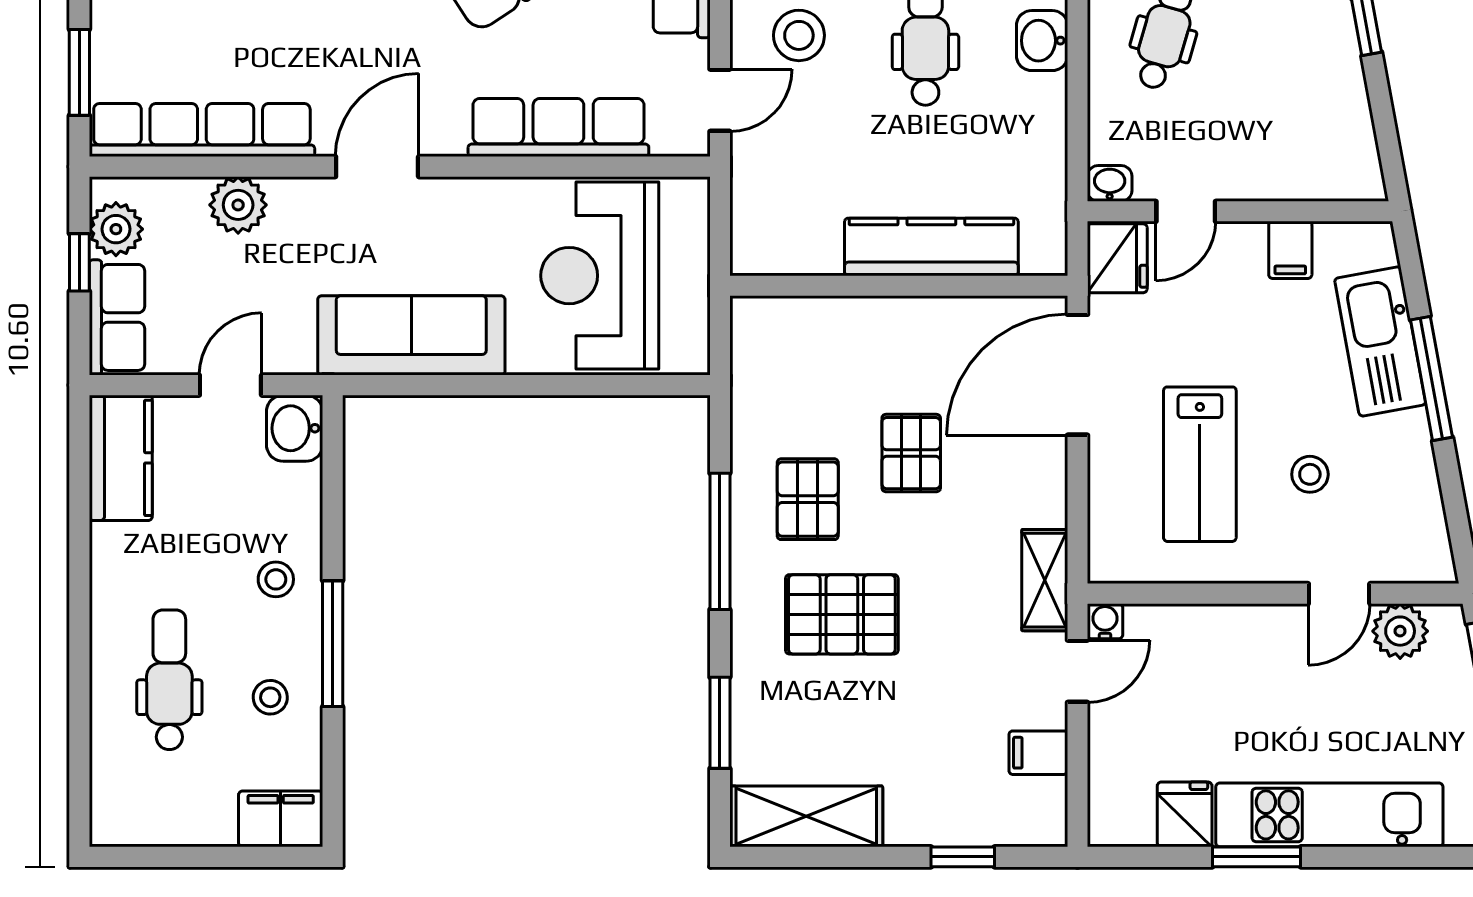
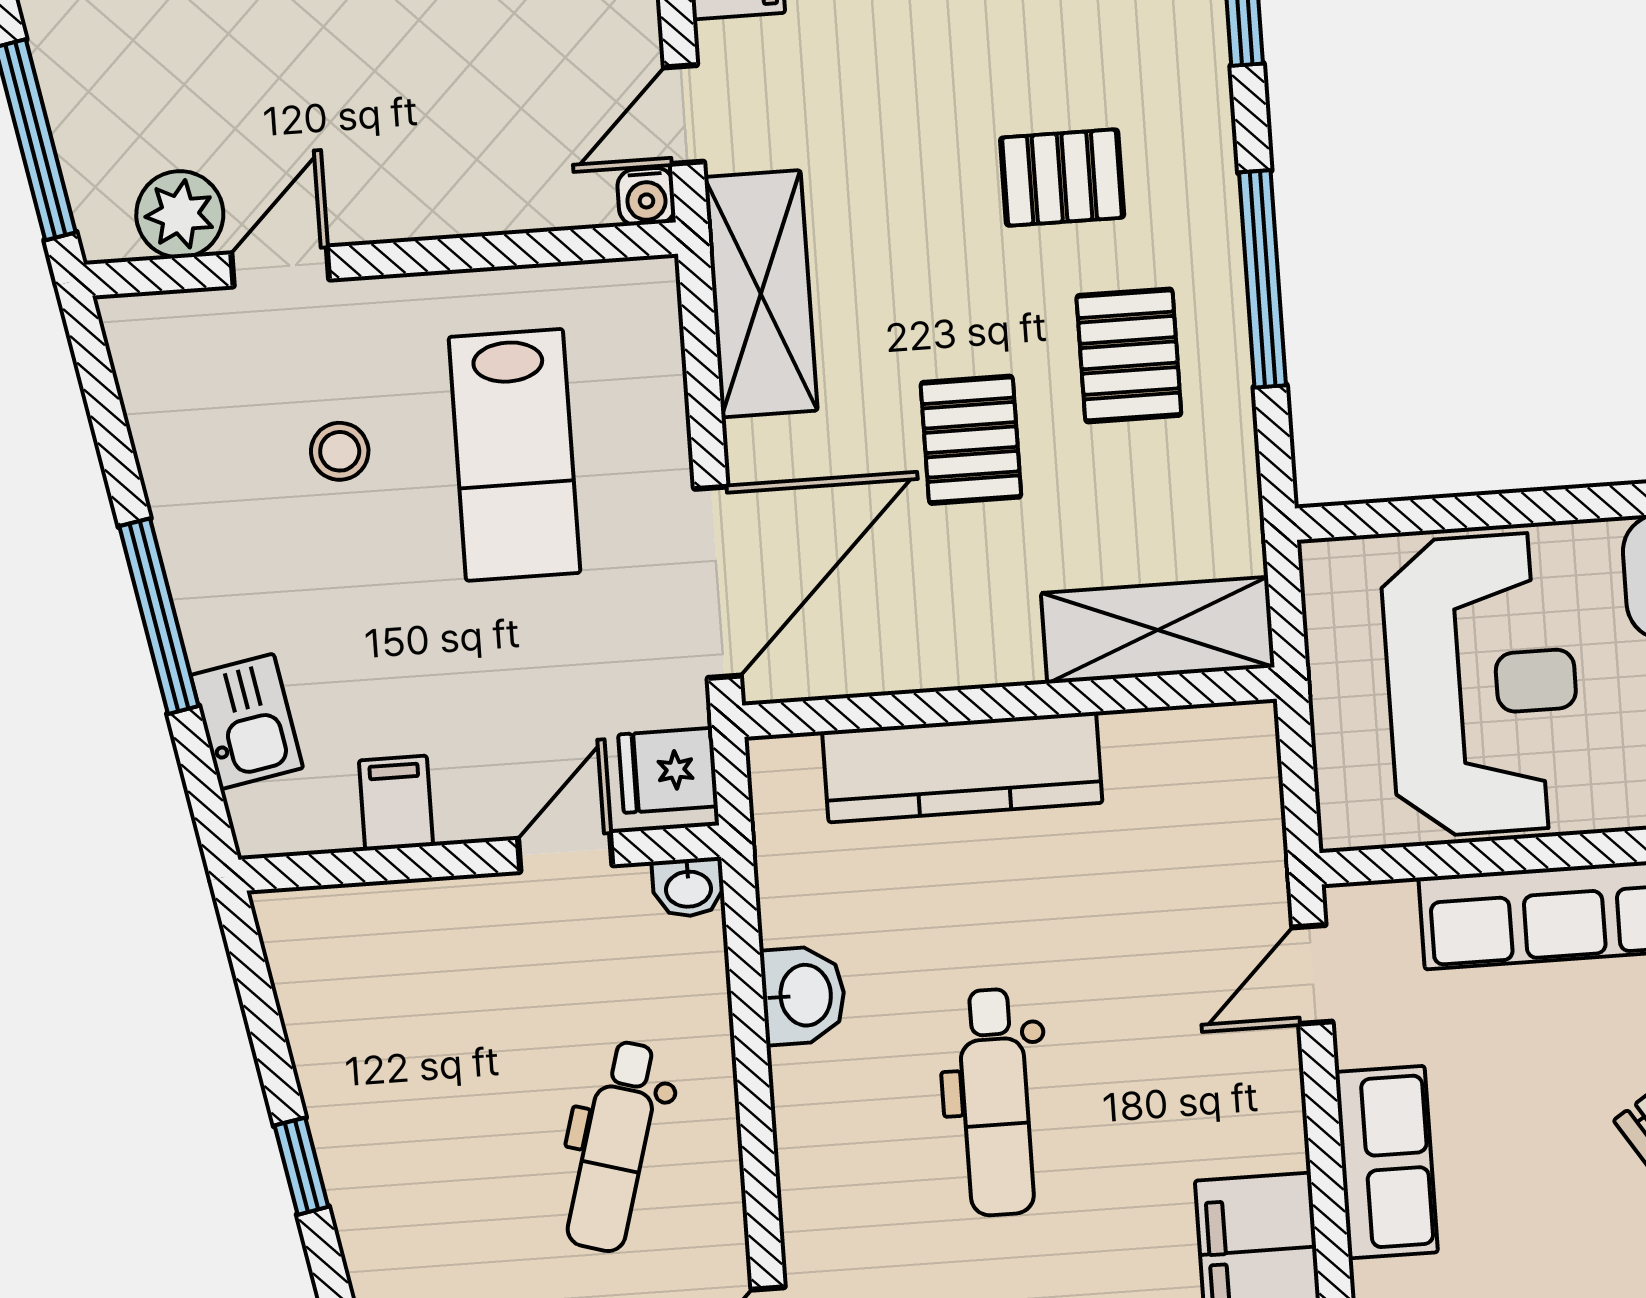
stool: (799, 35) -> (1195, 1086), removed
washbasin: (1042, 41) -> (803, 995), moved
fridge: (1117, 258) -> (668, 770), width x0.72
shelving: (802, 325) -> (1158, 630), added
kitchen sink: (1380, 342) -> (247, 722), width x0.53, depth x0.81
lab bench: (1200, 464) -> (514, 455), turned 180
shelving: (1045, 580) -> (761, 294), width x1.50, depth x1.33
pallet: (842, 614) -> (1062, 178), width x0.67, depth x0.71

